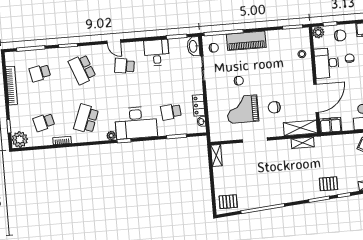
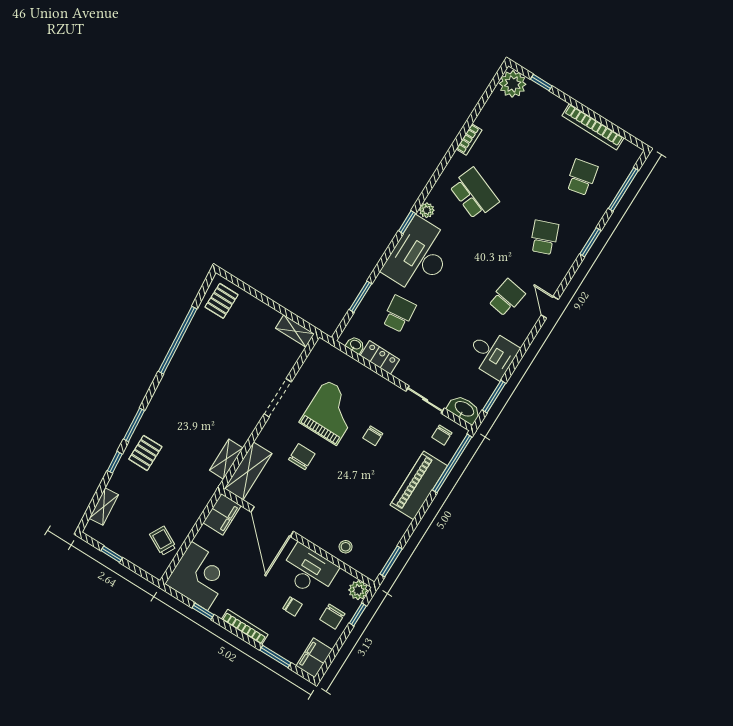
door: (114, 42) -> (550, 307), hinge flipped
school desk: (82, 69) -> (544, 237), width x0.54
school desk: (44, 122) -> (512, 133), removed

